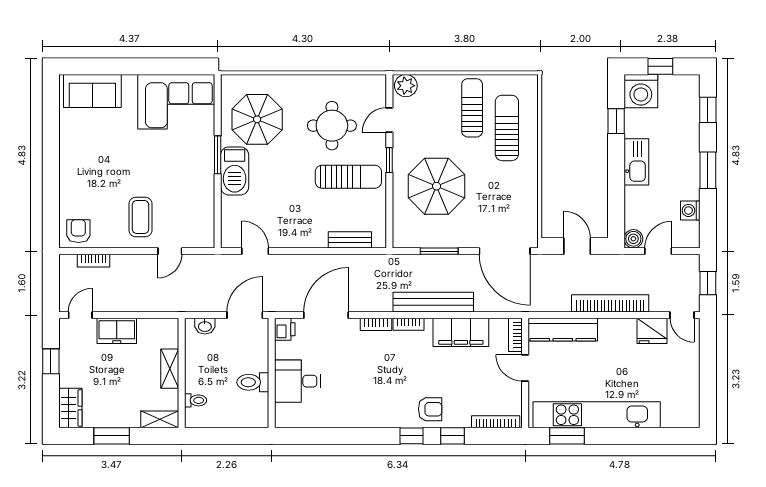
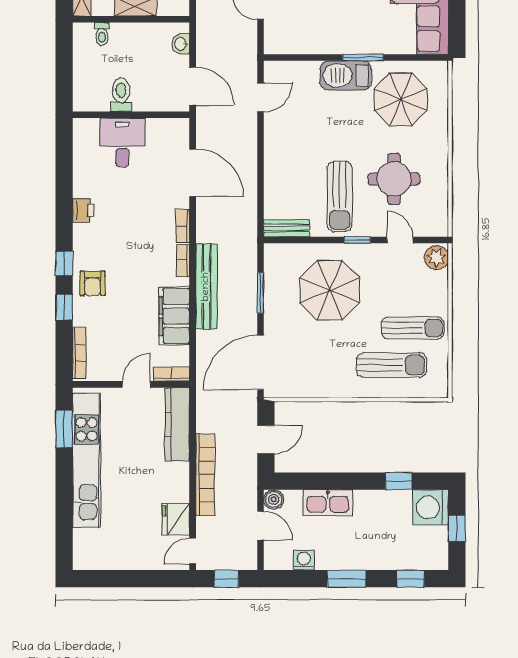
kitchen sink: (636, 162) -> (328, 503), moved
bench: (350, 240) -> (287, 228), moved, turned 90
printer: (285, 329) -> (84, 210), moved, turned -90

